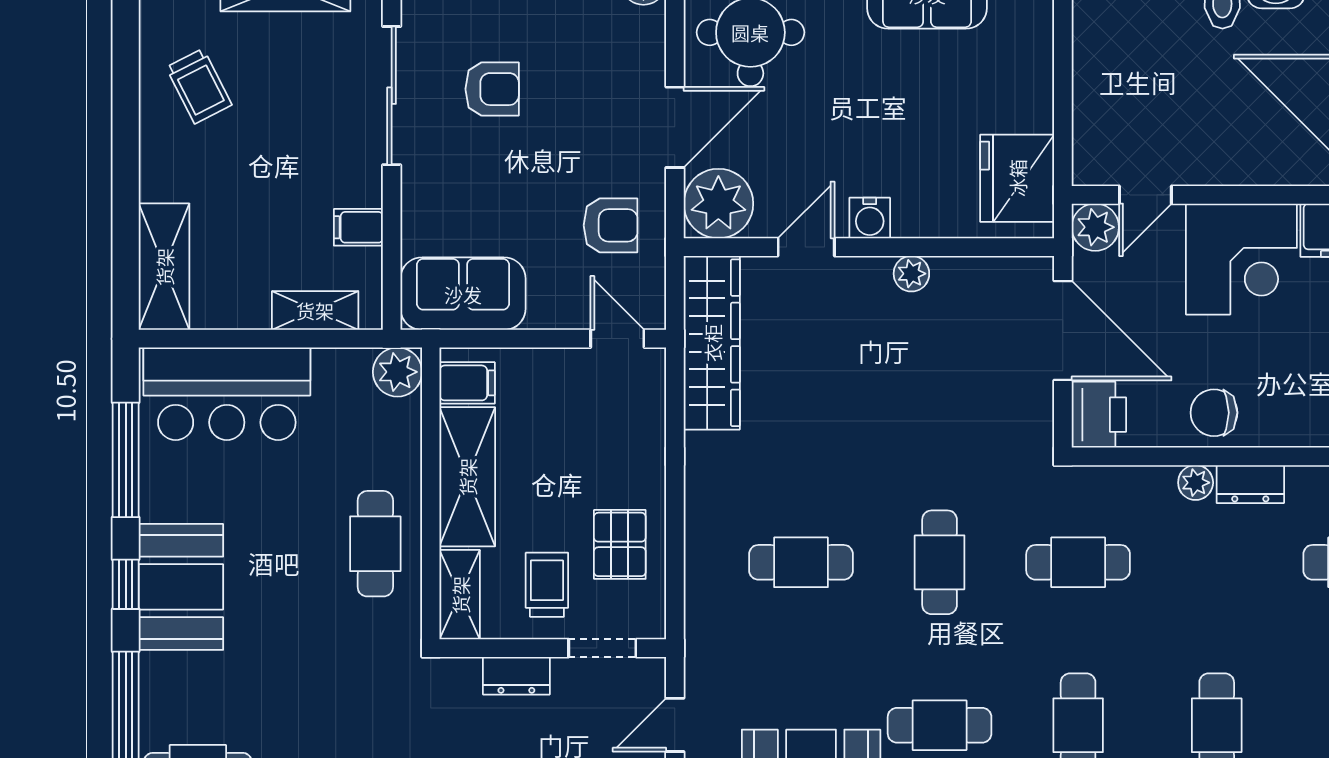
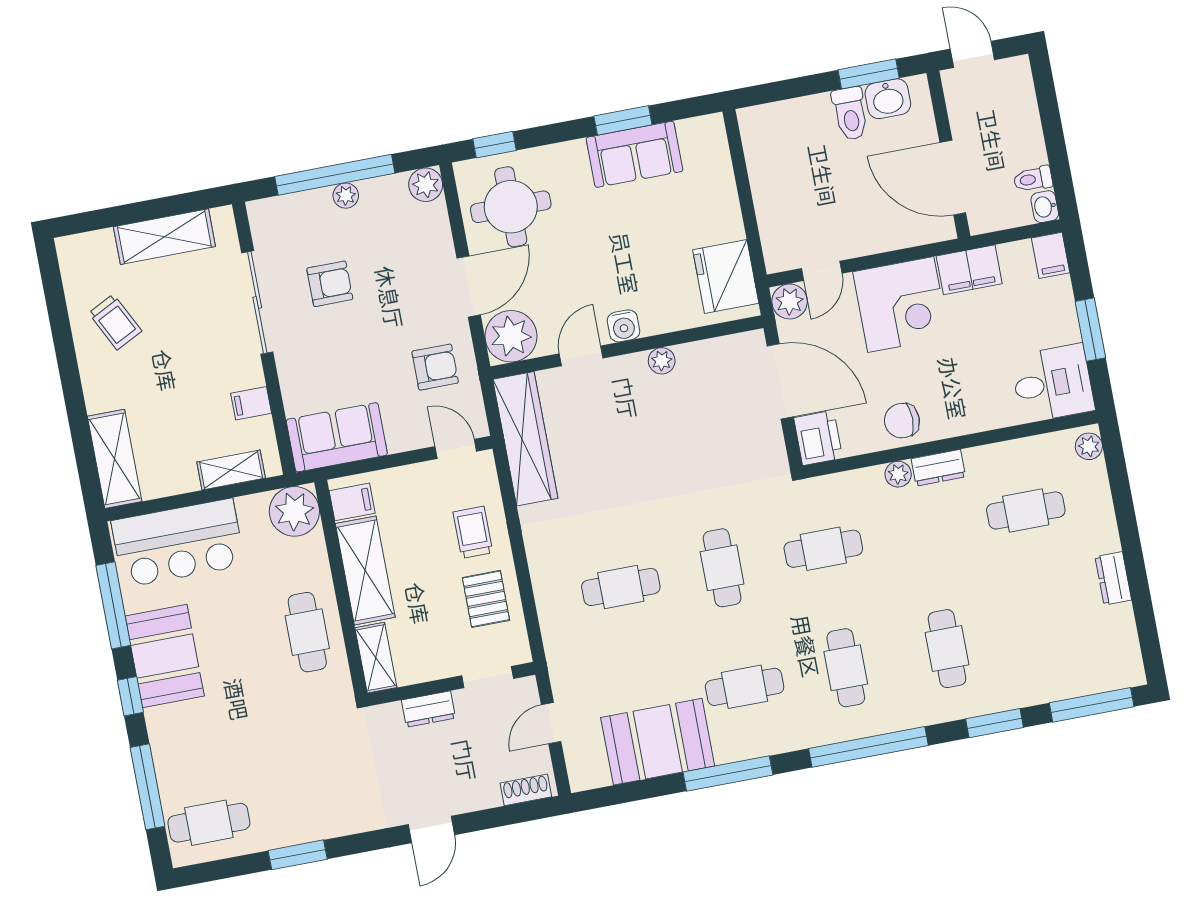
plant: (397, 372) -> (294, 511), width x1.36, depth x1.36
trolley: (547, 585) -> (473, 532), moved
booth: (181, 587) -> (165, 656), moved

